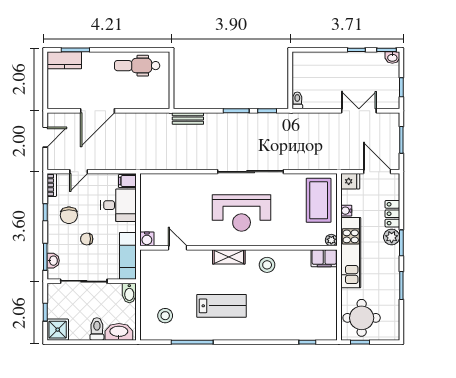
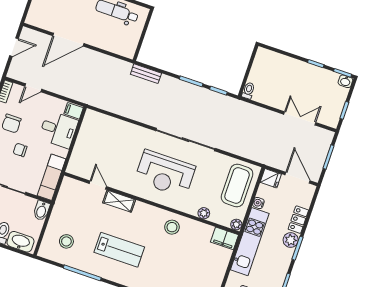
water cooler: (147, 239) -> (73, 168), removed
plant: (294, 240) -> (204, 213), added
shelving: (229, 257) -> (119, 201), moved

